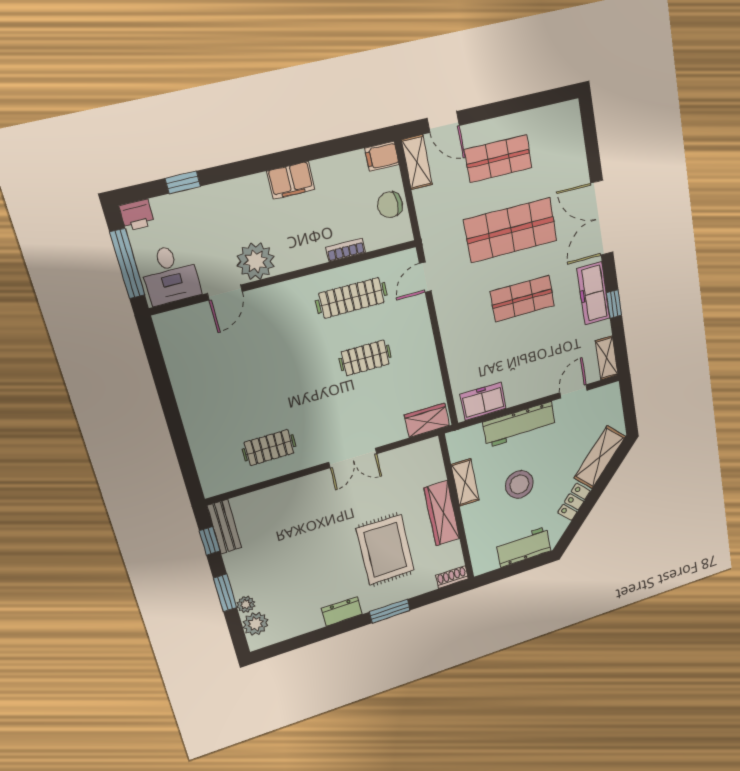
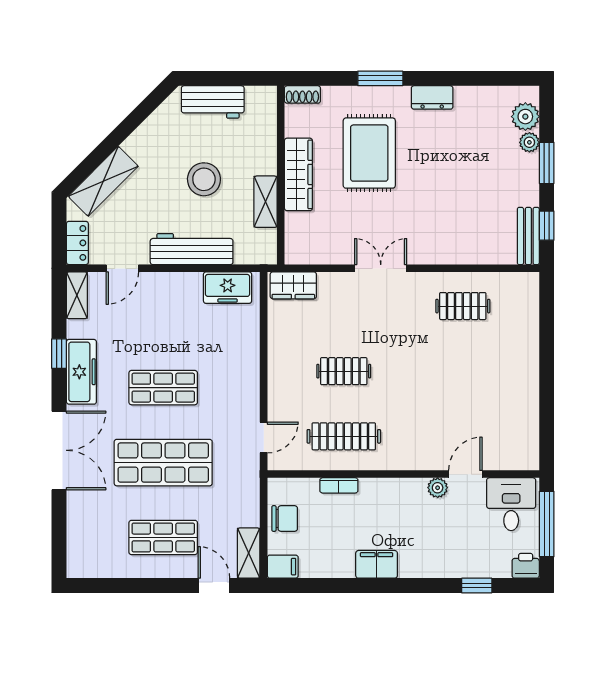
plant: (256, 261) -> (438, 488), width x0.53, depth x0.53
locker: (574, 502) -> (77, 243), moved, turned -45

